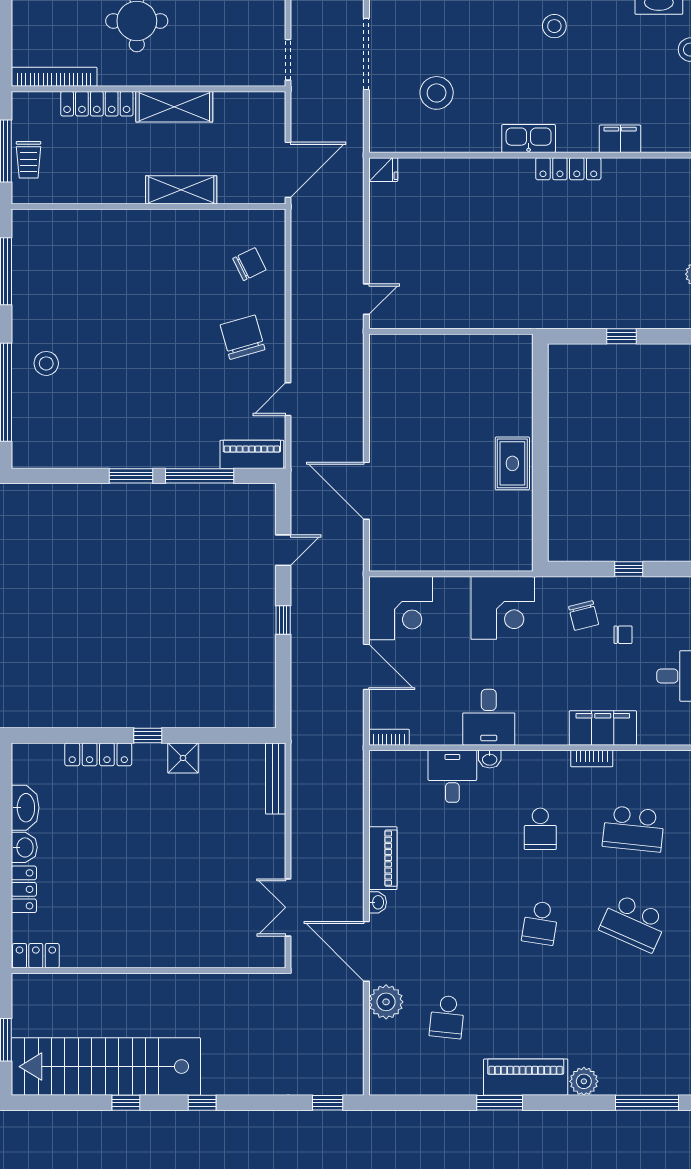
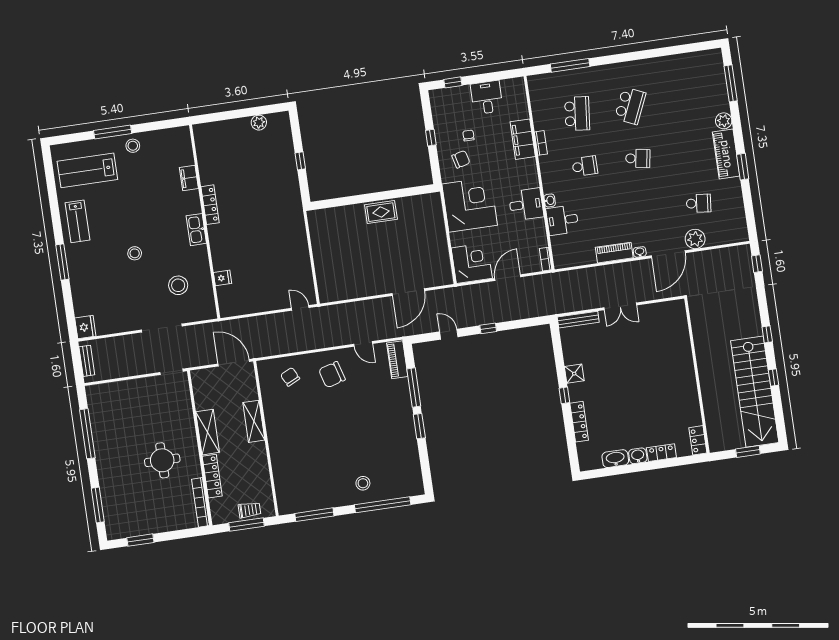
stool: (554, 26) -> (135, 253), moved
fridge: (383, 170) -> (223, 278), moved, turned 90
corner desk: (503, 608) -> (470, 205), width x1.36, depth x1.36
double door: (288, 907) -> (620, 306), moved

